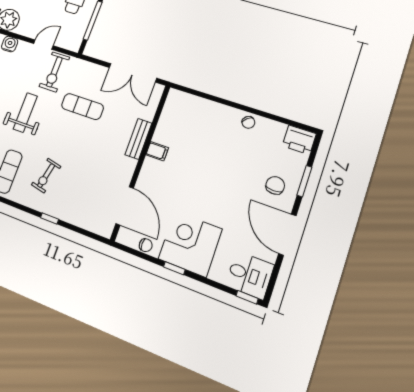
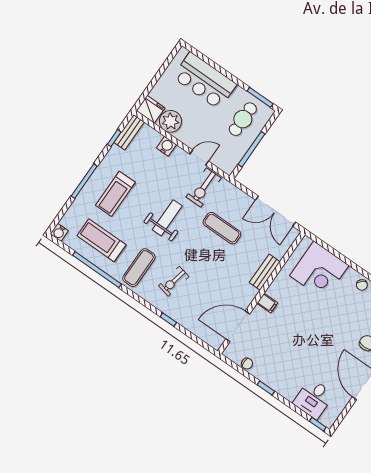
filing cabinet: (157, 151) -> (267, 303), moved
door: (125, 206) -> (238, 326), swing flipped
corner desk: (190, 244) -> (319, 271), moved, turned 180
desk: (250, 275) -> (314, 399), moved, turned 90

